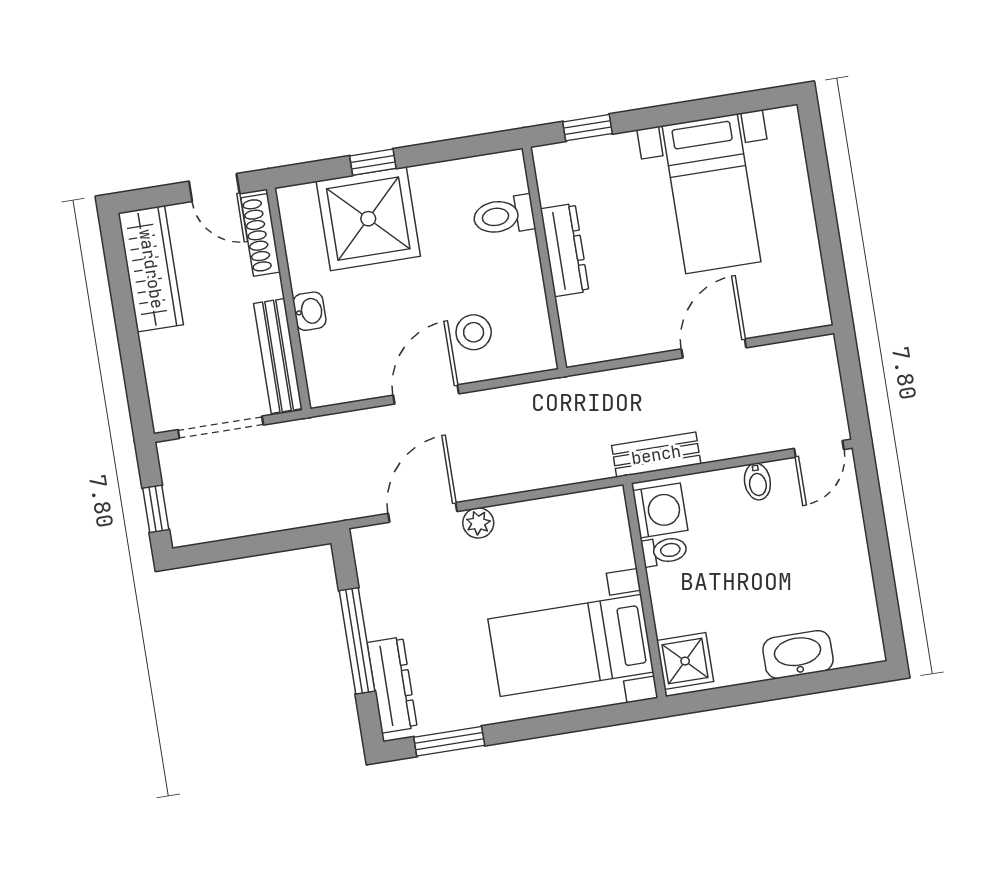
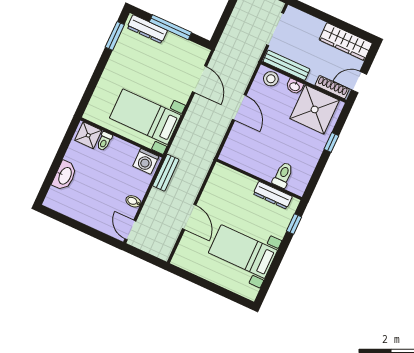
shower: (368, 219) -> (315, 109), moved
dresser: (565, 250) -> (273, 195), moved
stool: (474, 332) -> (271, 79), moved
plant: (478, 523) -> (183, 96), removed
toilet: (664, 551) -> (104, 141), moved
bed with nightstands: (571, 645) -> (145, 117), moved, turned -90

